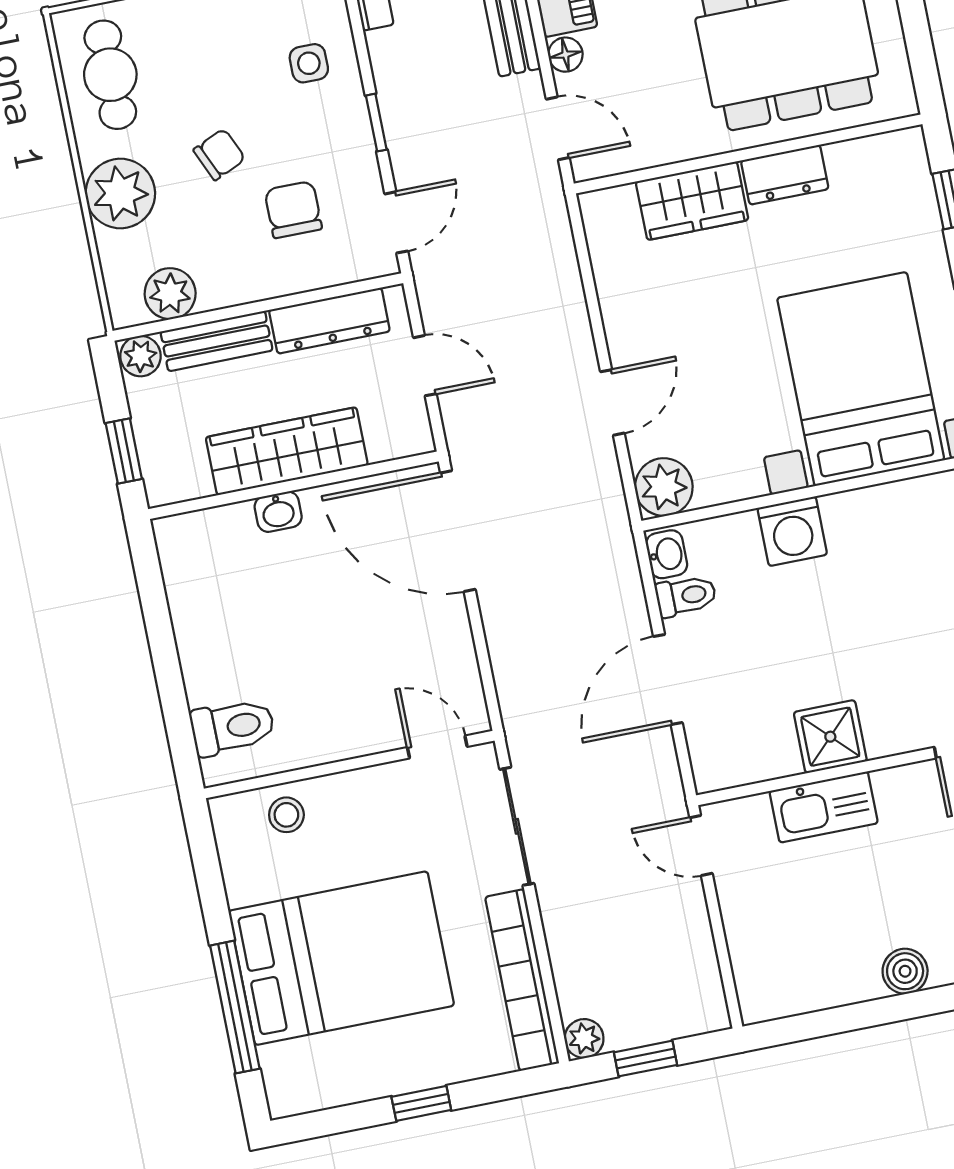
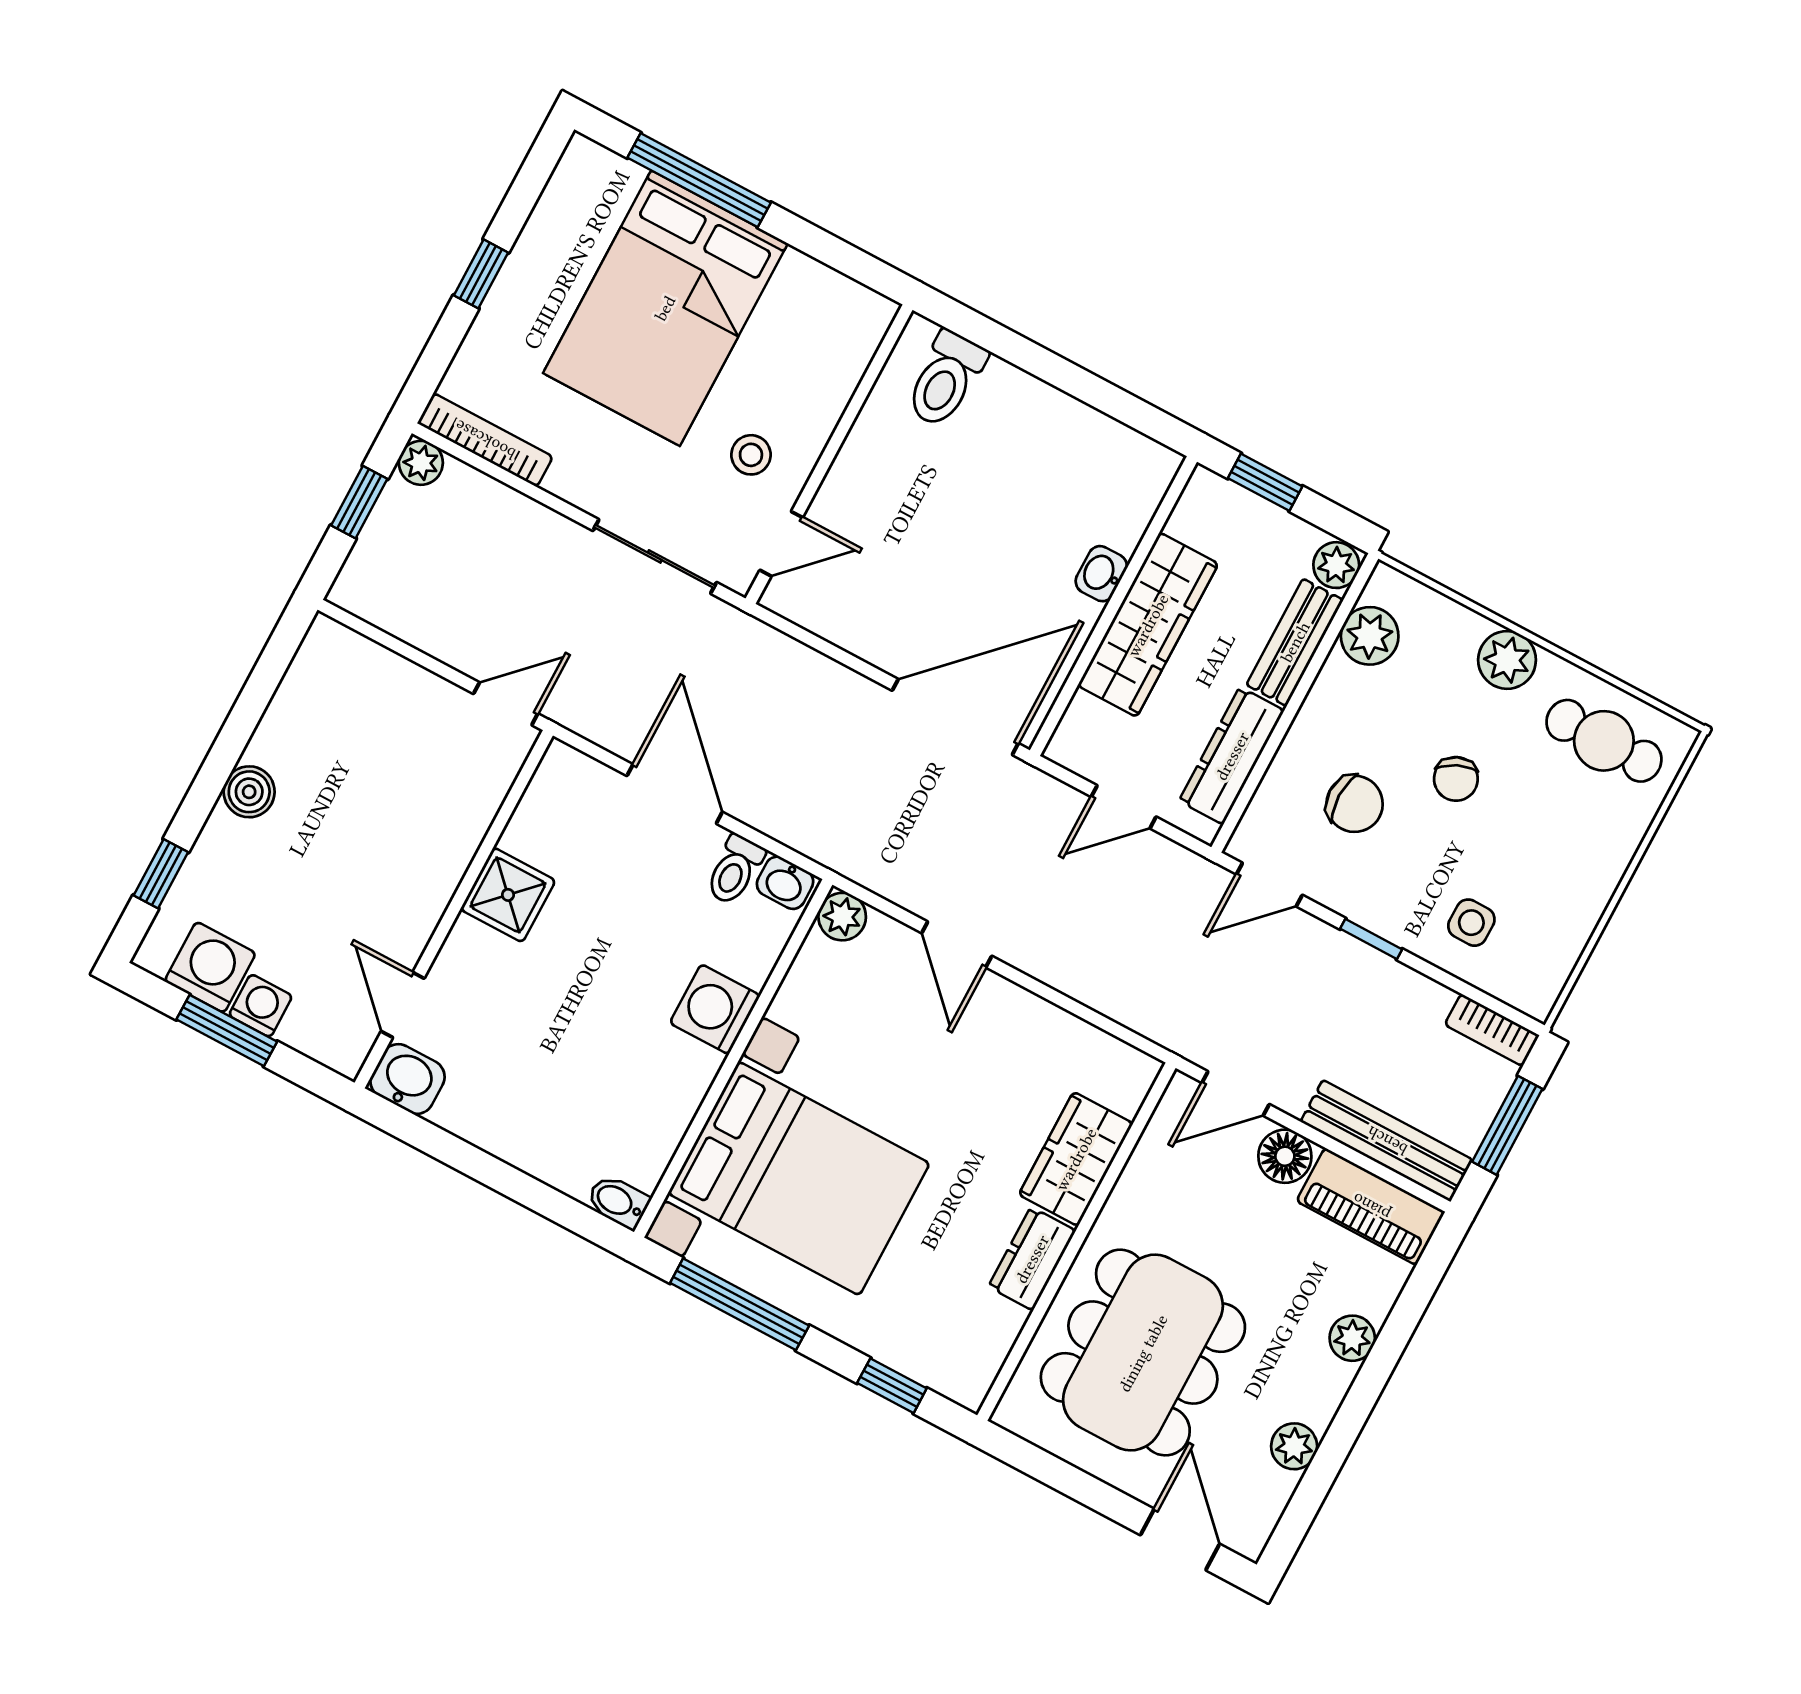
floor lamp: (565, 55) -> (1285, 1156), width x1.37, depth x1.37
plant: (120, 194) -> (1507, 660), width x0.73, depth x0.73
door: (396, 222) -> (1269, 885), hinge flipped
plant: (664, 487) -> (842, 917), width x0.73, depth x0.73
kitchen sink: (824, 807) -> (451, 839), removed
stool: (286, 815) -> (751, 455), moved
bookcase: (522, 980) -> (485, 440), width x0.68, depth x0.76

